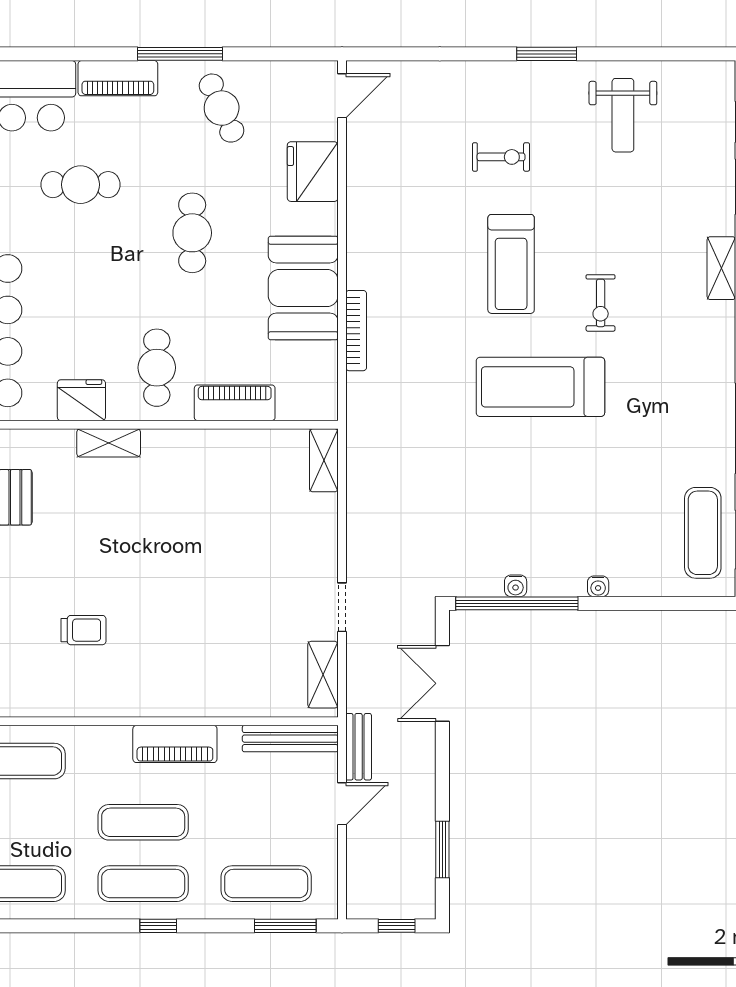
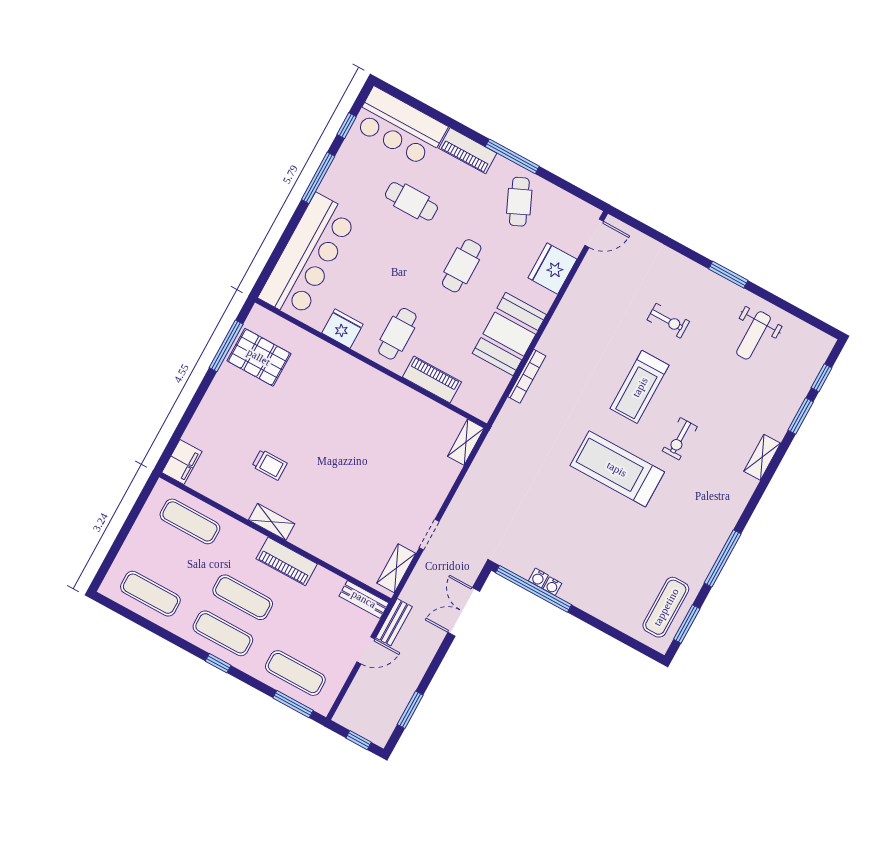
shelving: (109, 443) -> (272, 522), moved
water cooler: (598, 586) -> (552, 586), moved
bench: (290, 739) -> (364, 599), width x0.73

